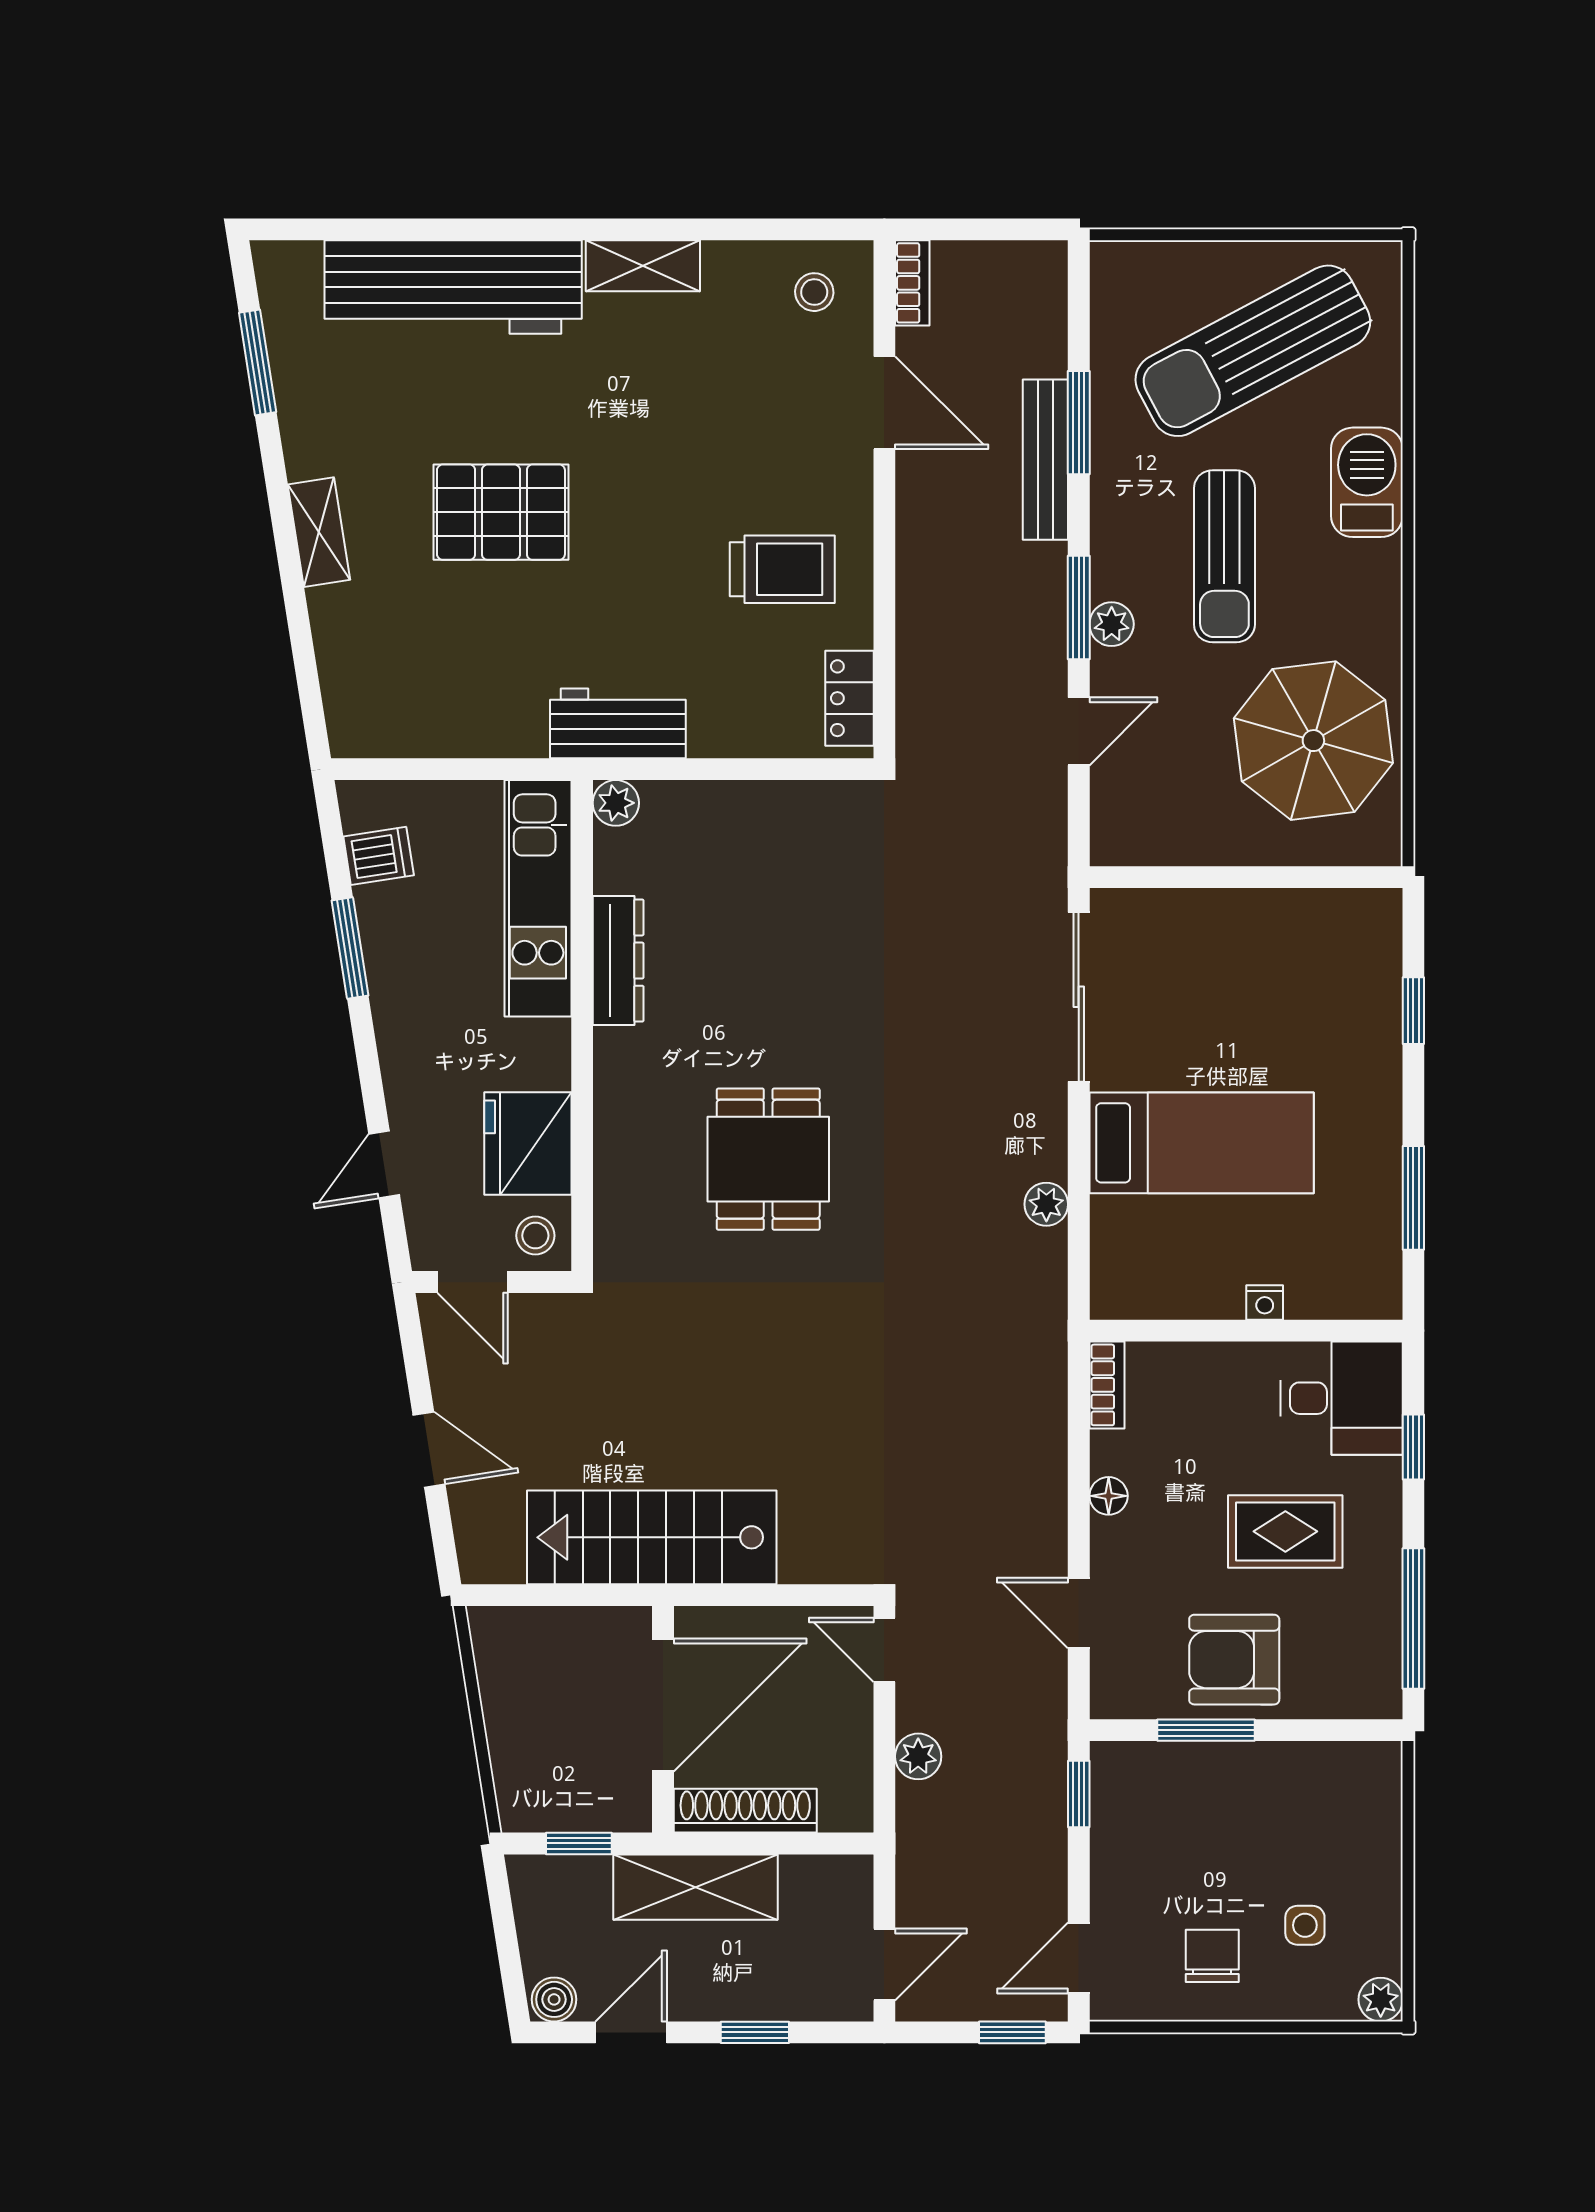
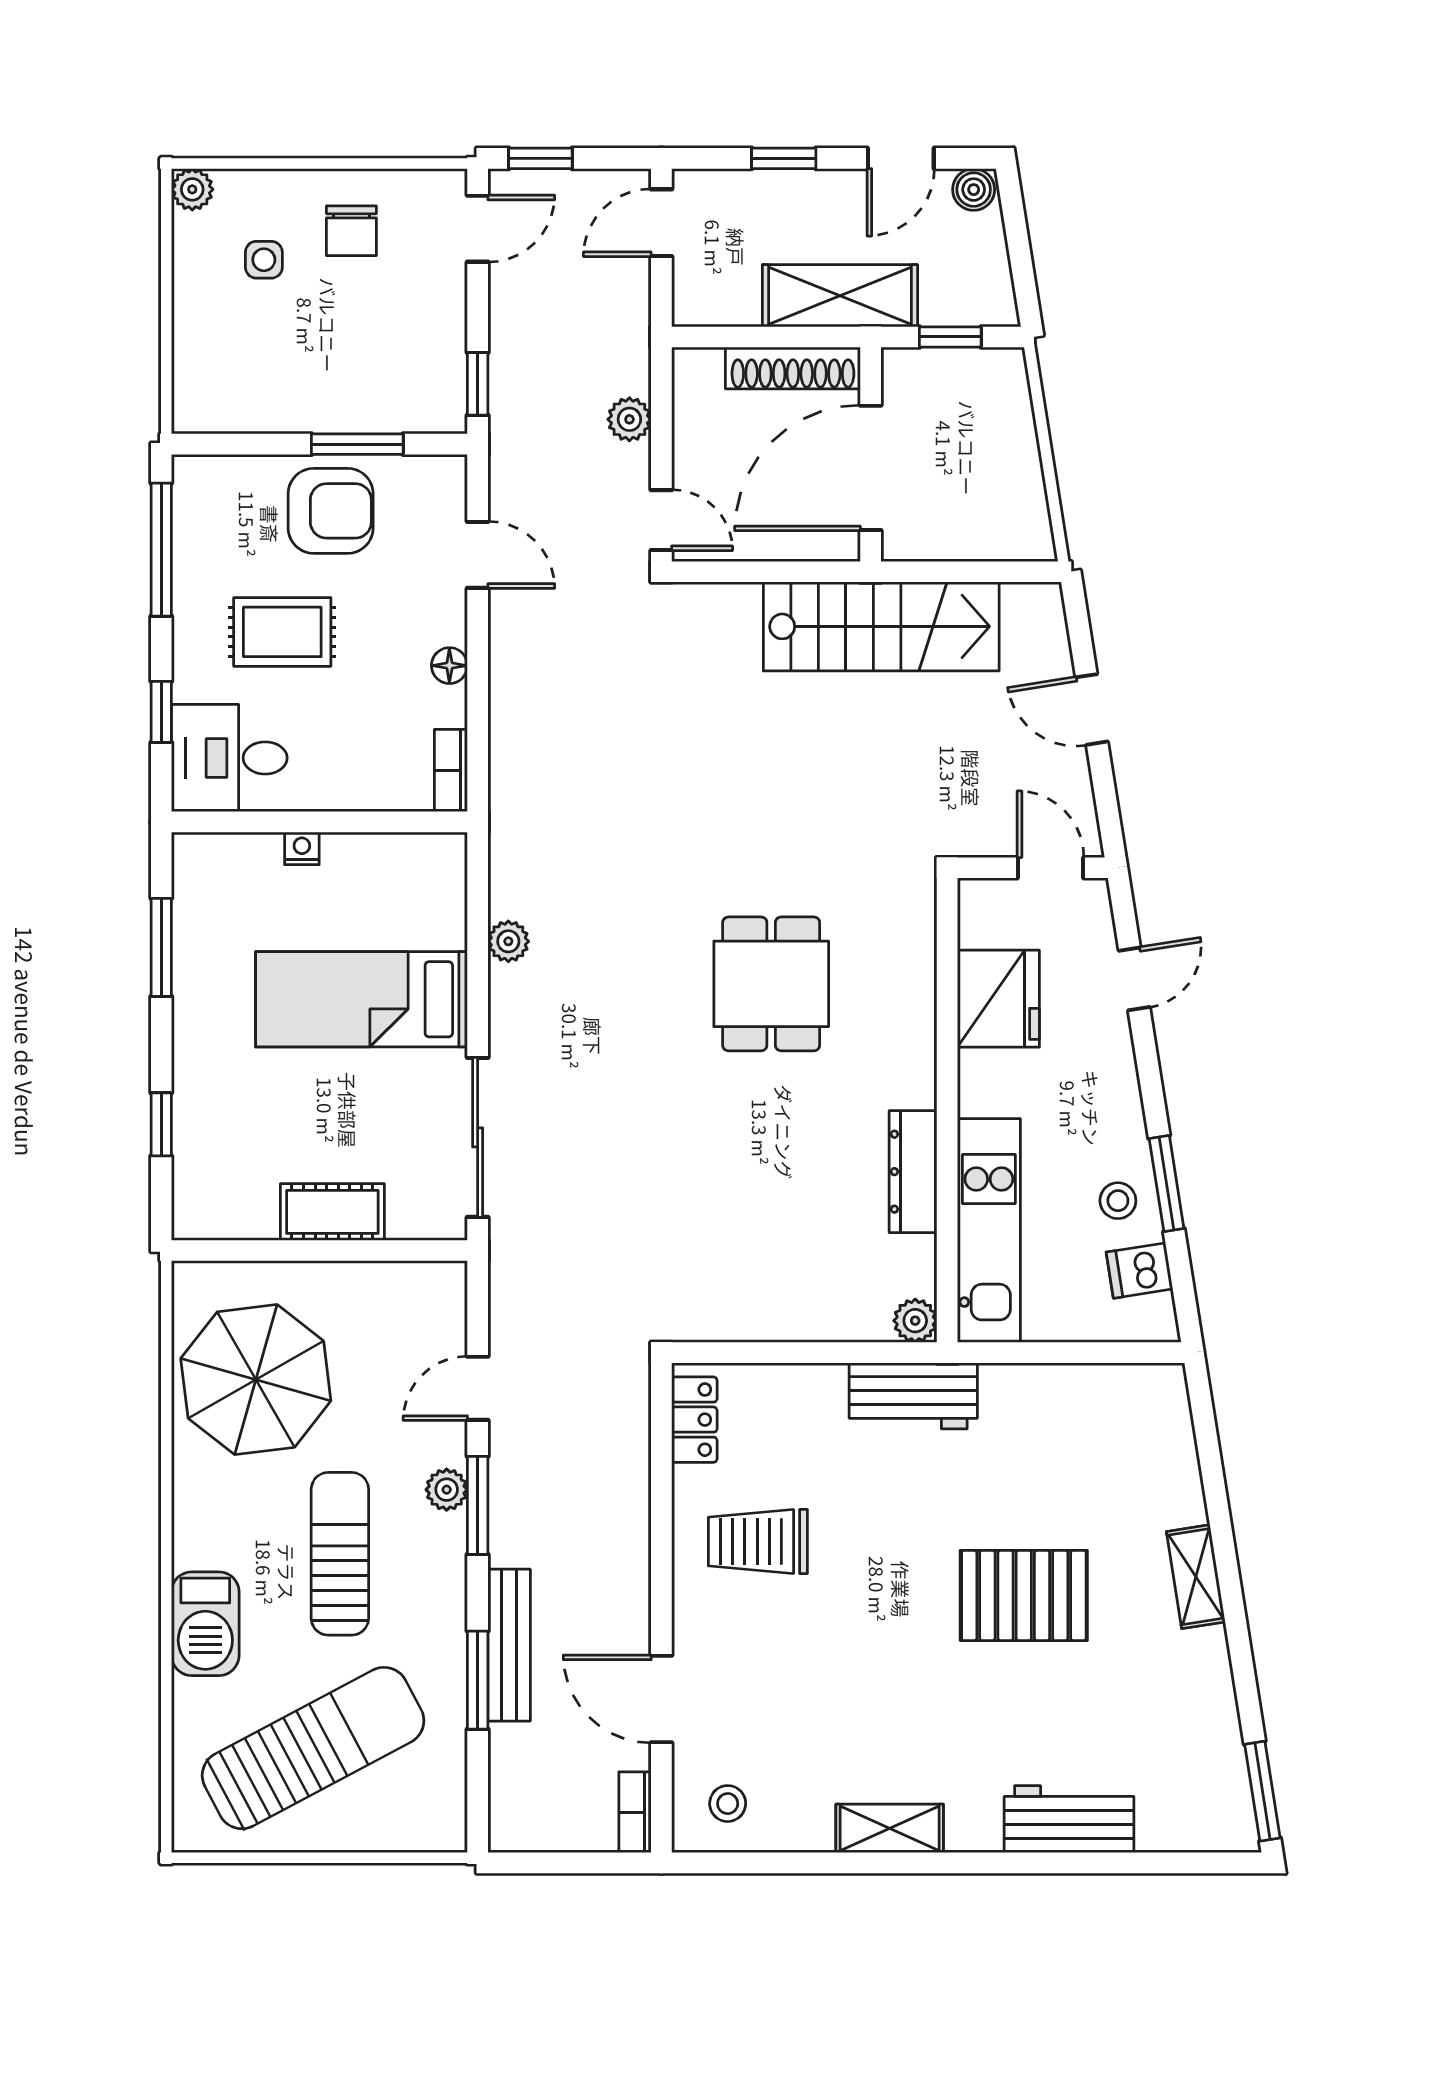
workbench: (453, 287) -> (1069, 1819), width x0.53, depth x0.76
window: (258, 362) -> (1262, 1791), moved
cot: (1232, 918) -> (332, 1212), added
stool: (535, 1236) -> (1118, 1201), moved

